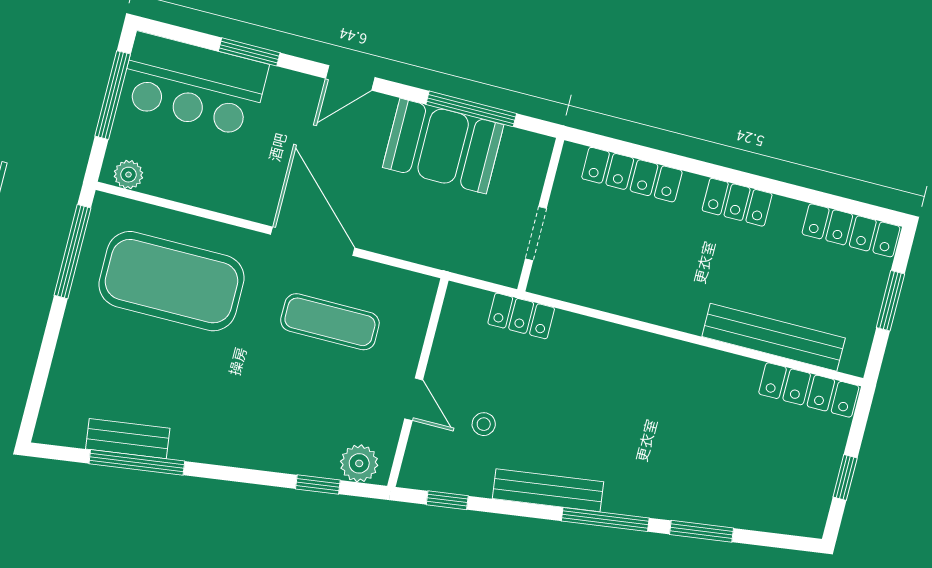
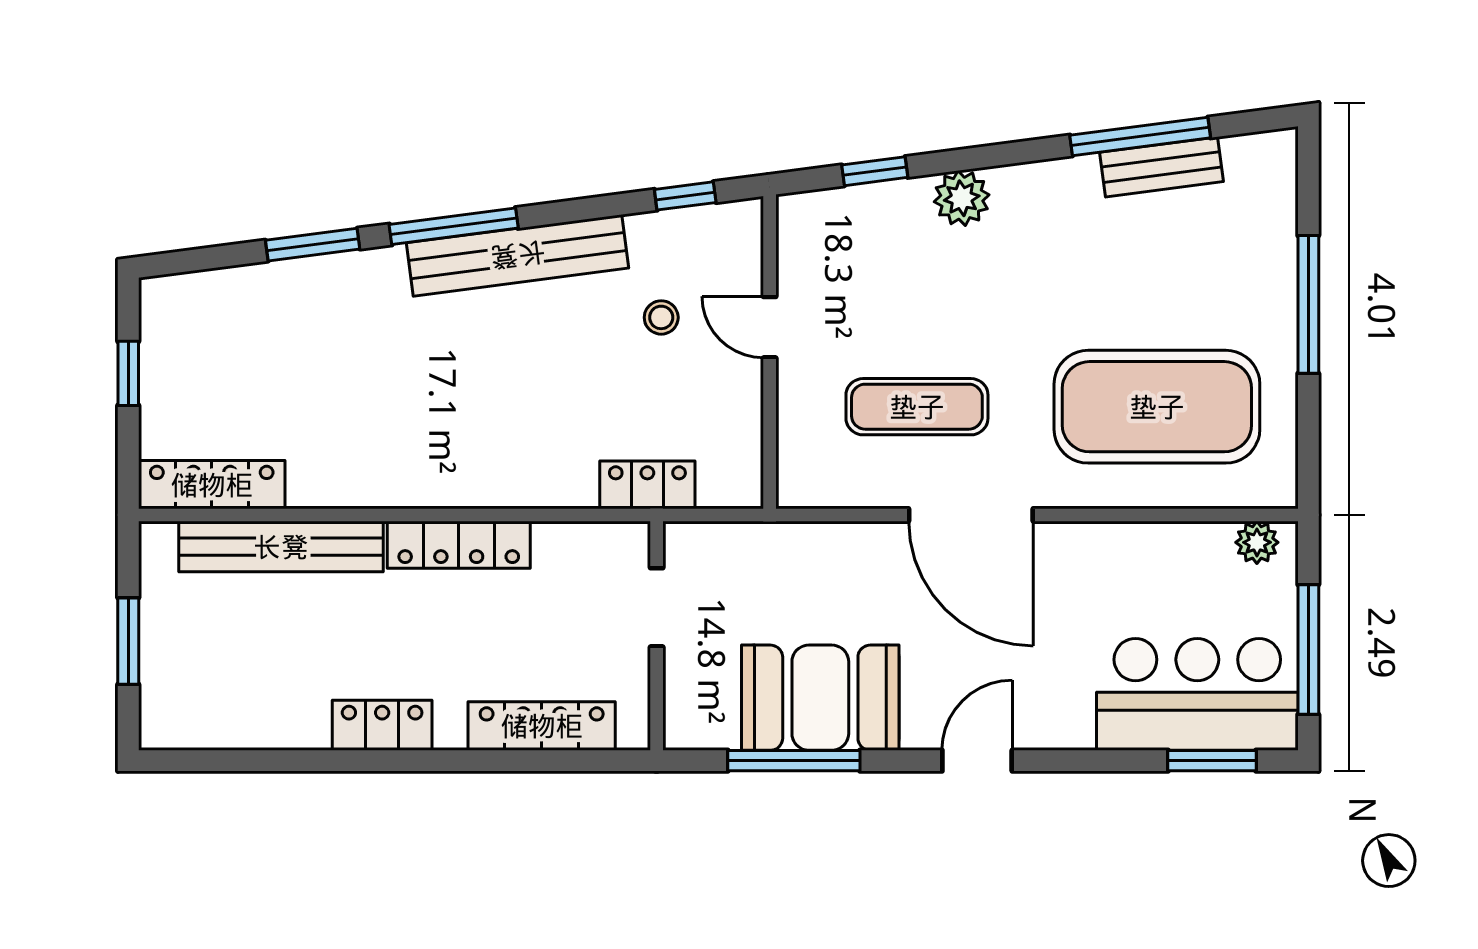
window: (249, 52) -> (1212, 761), moved
locker: (851, 230) -> (459, 545), moved, turned 180
window: (73, 252) -> (1308, 304), moved
plant: (359, 463) -> (962, 198), moved
bench: (548, 490) -> (518, 255), width x1.37, depth x1.21

